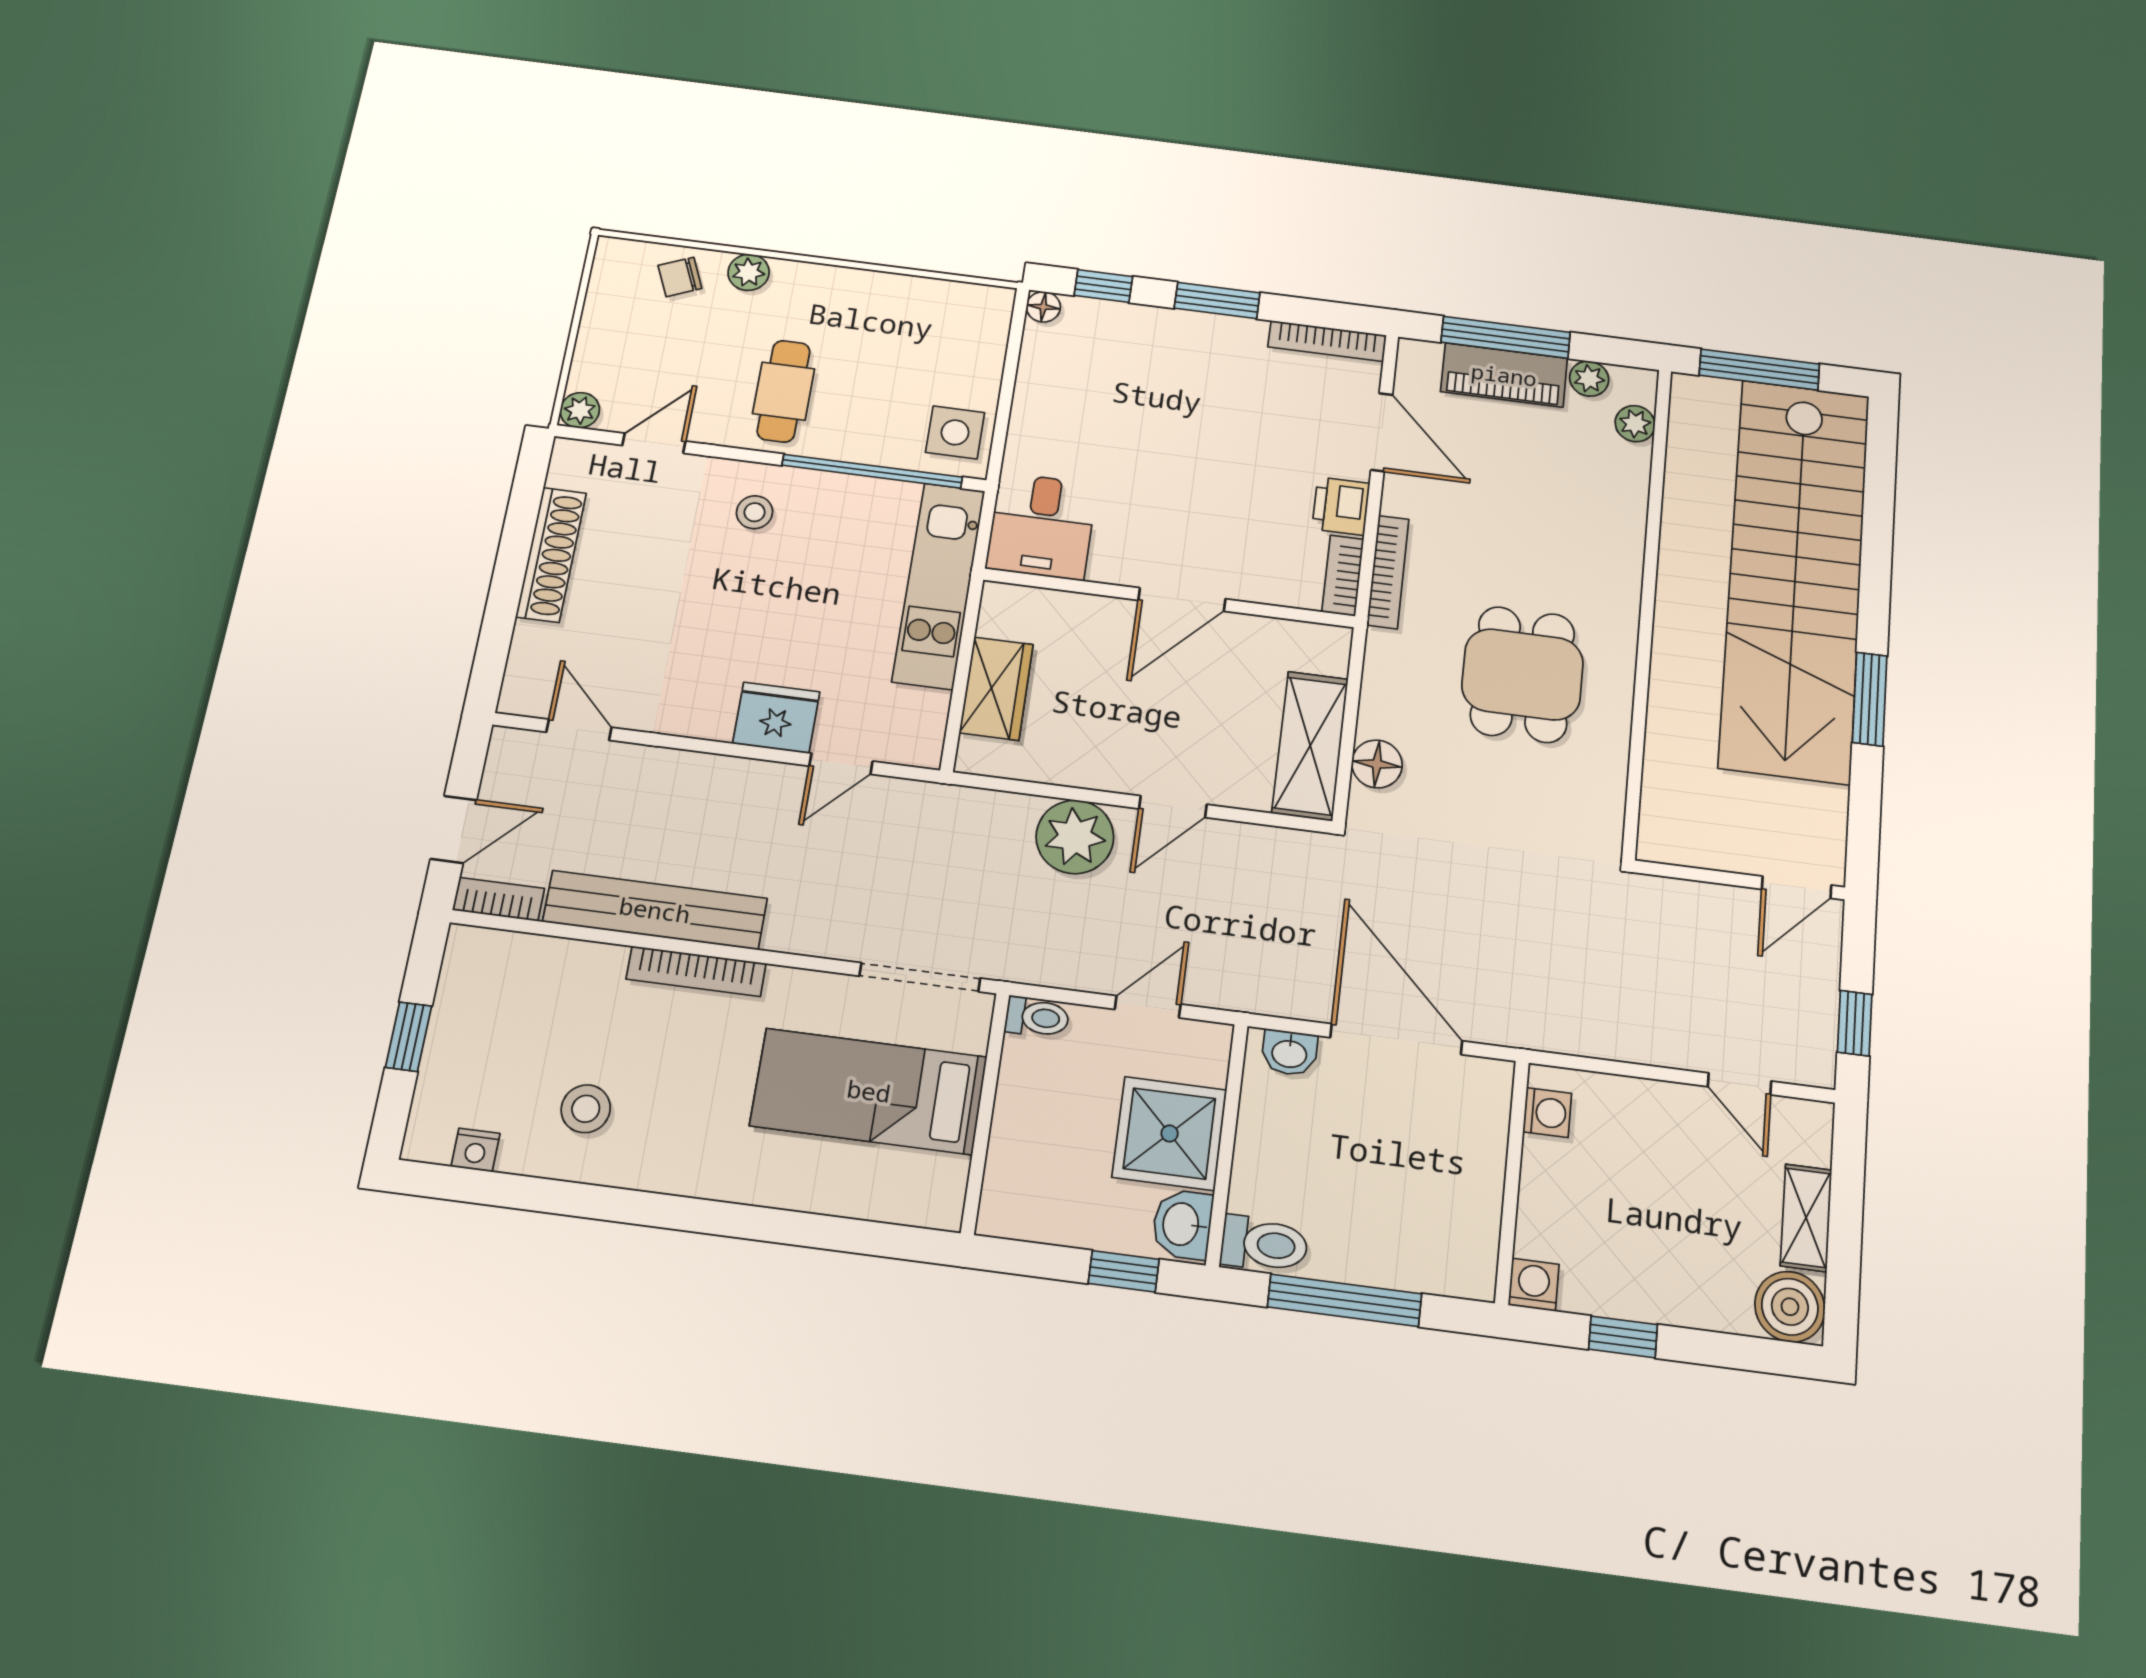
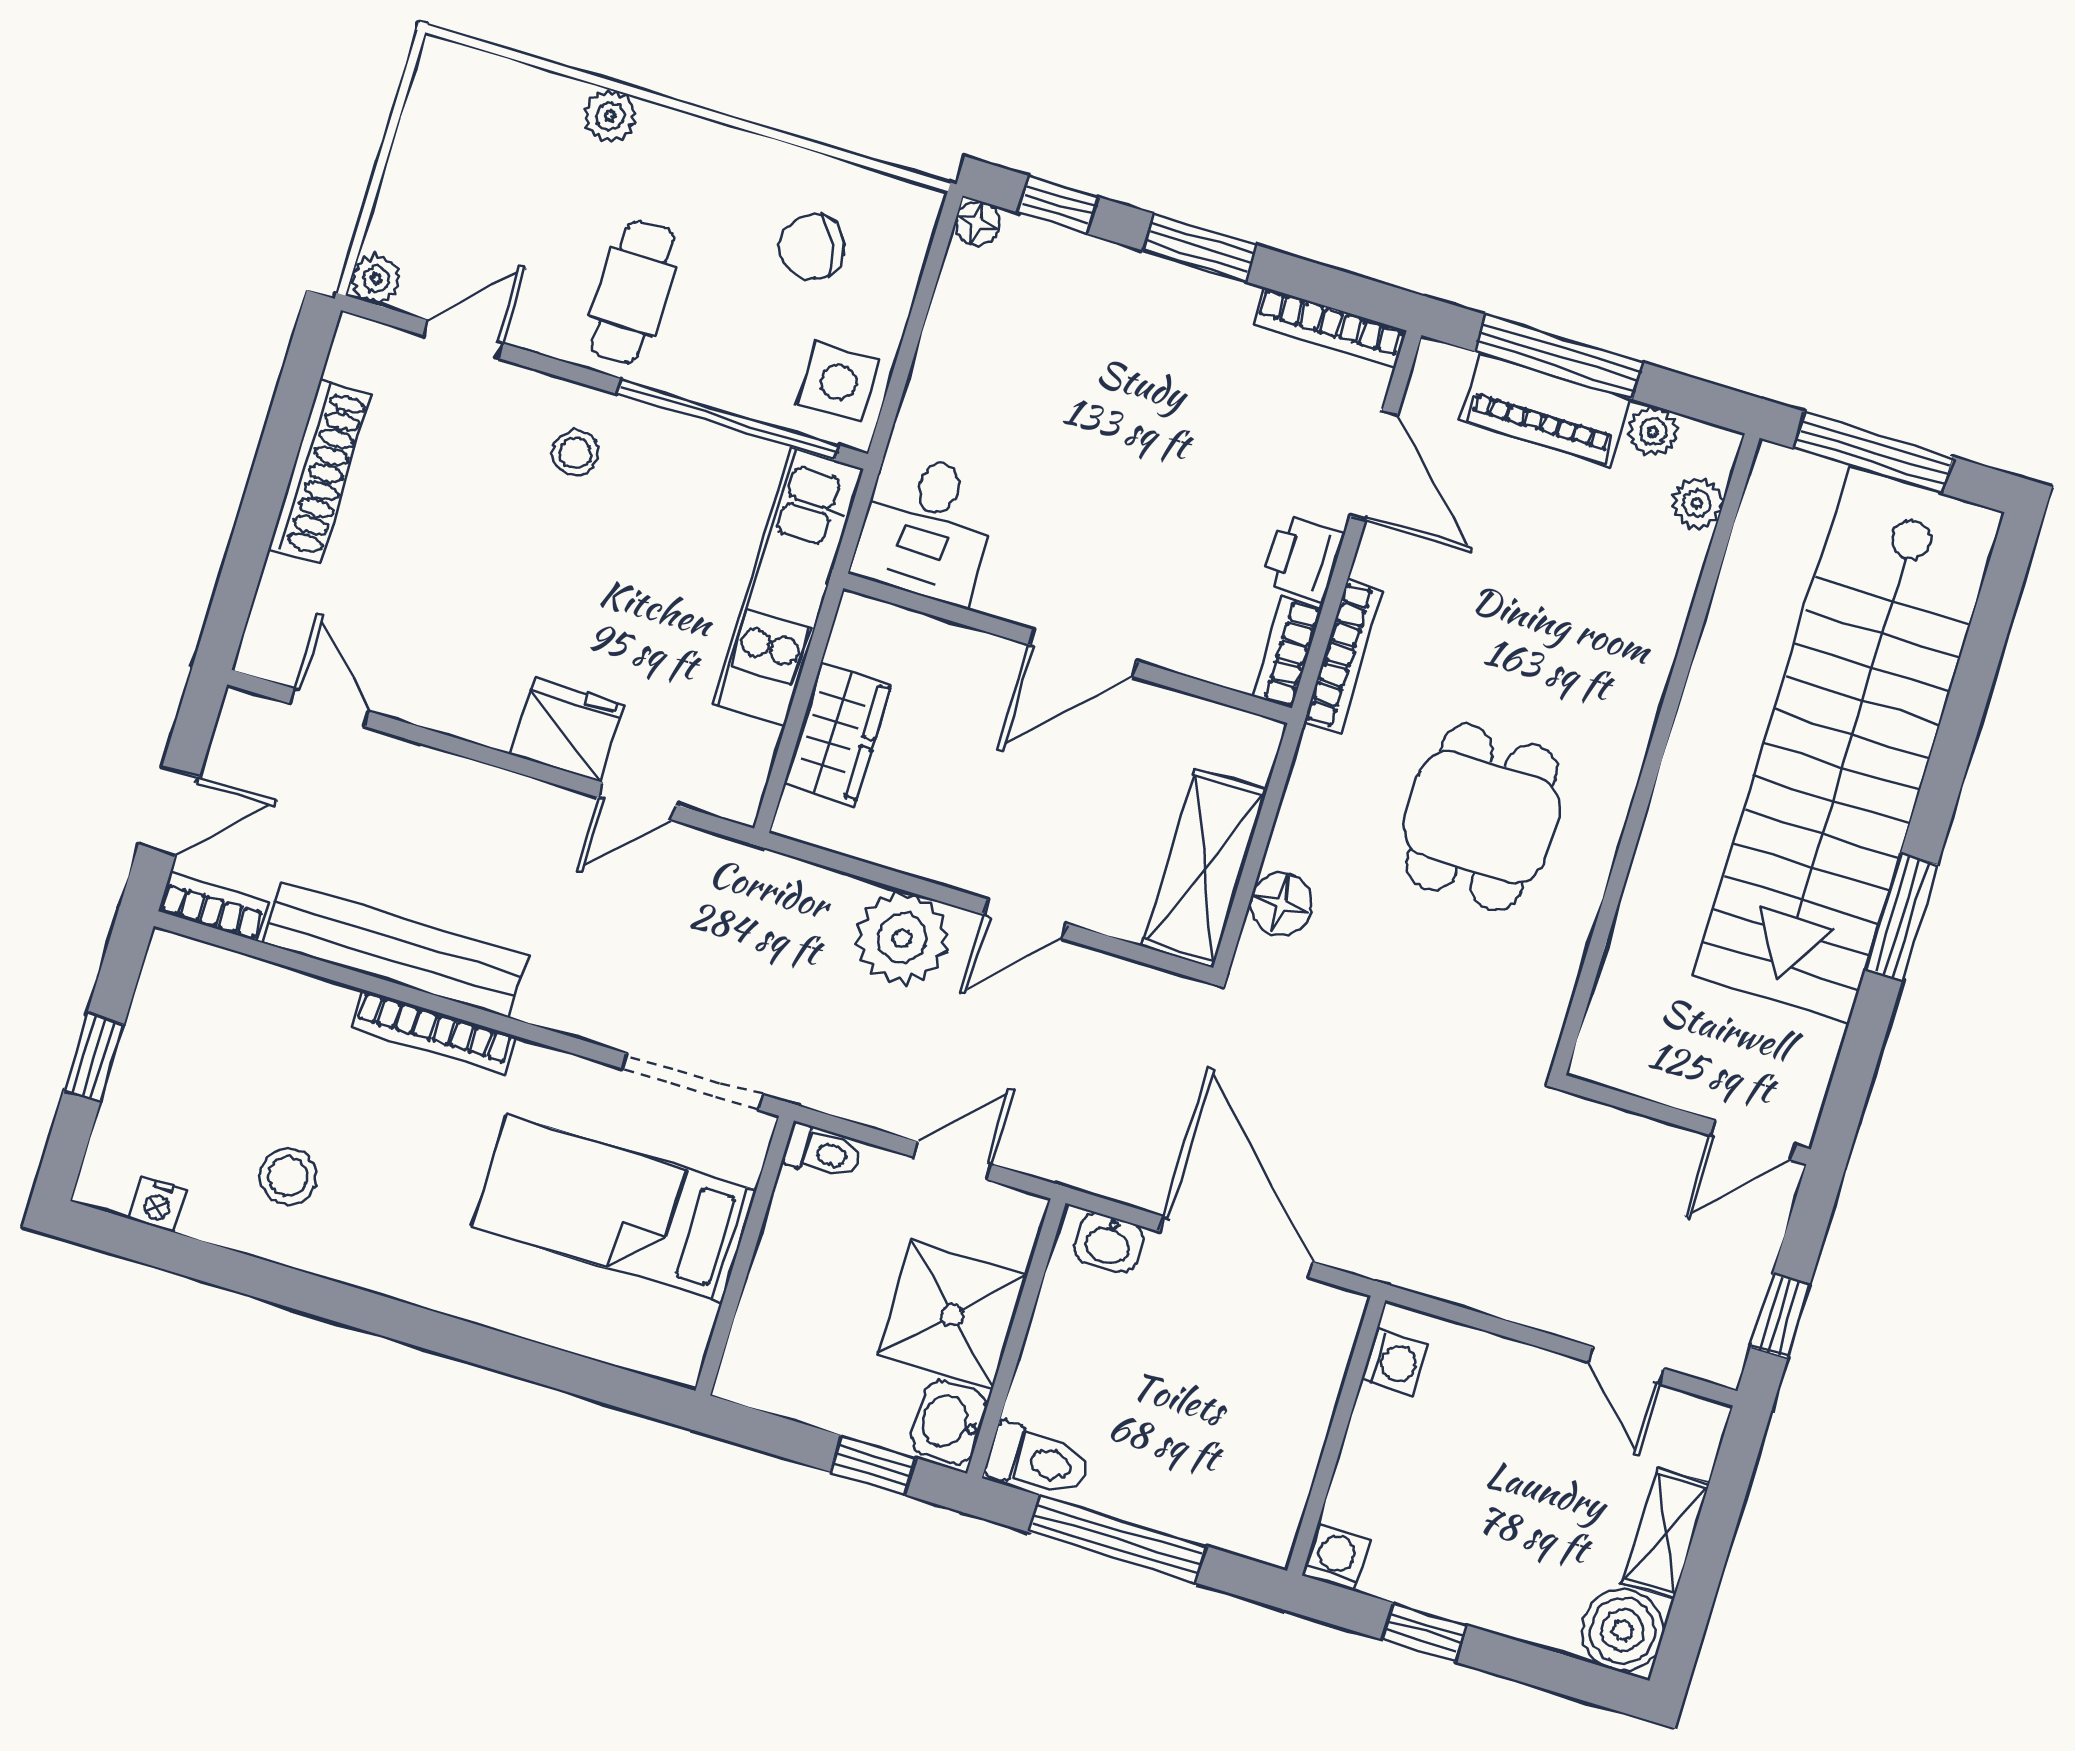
chair: (680, 277) -> (812, 247), moved, width x1.37, depth x1.37

